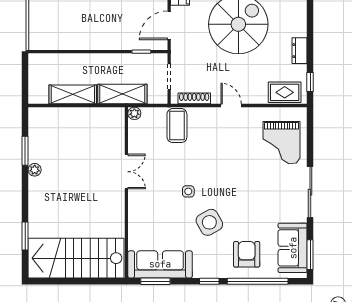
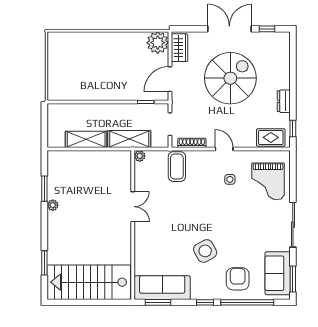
side table: (188, 191) -> (230, 179), moved

